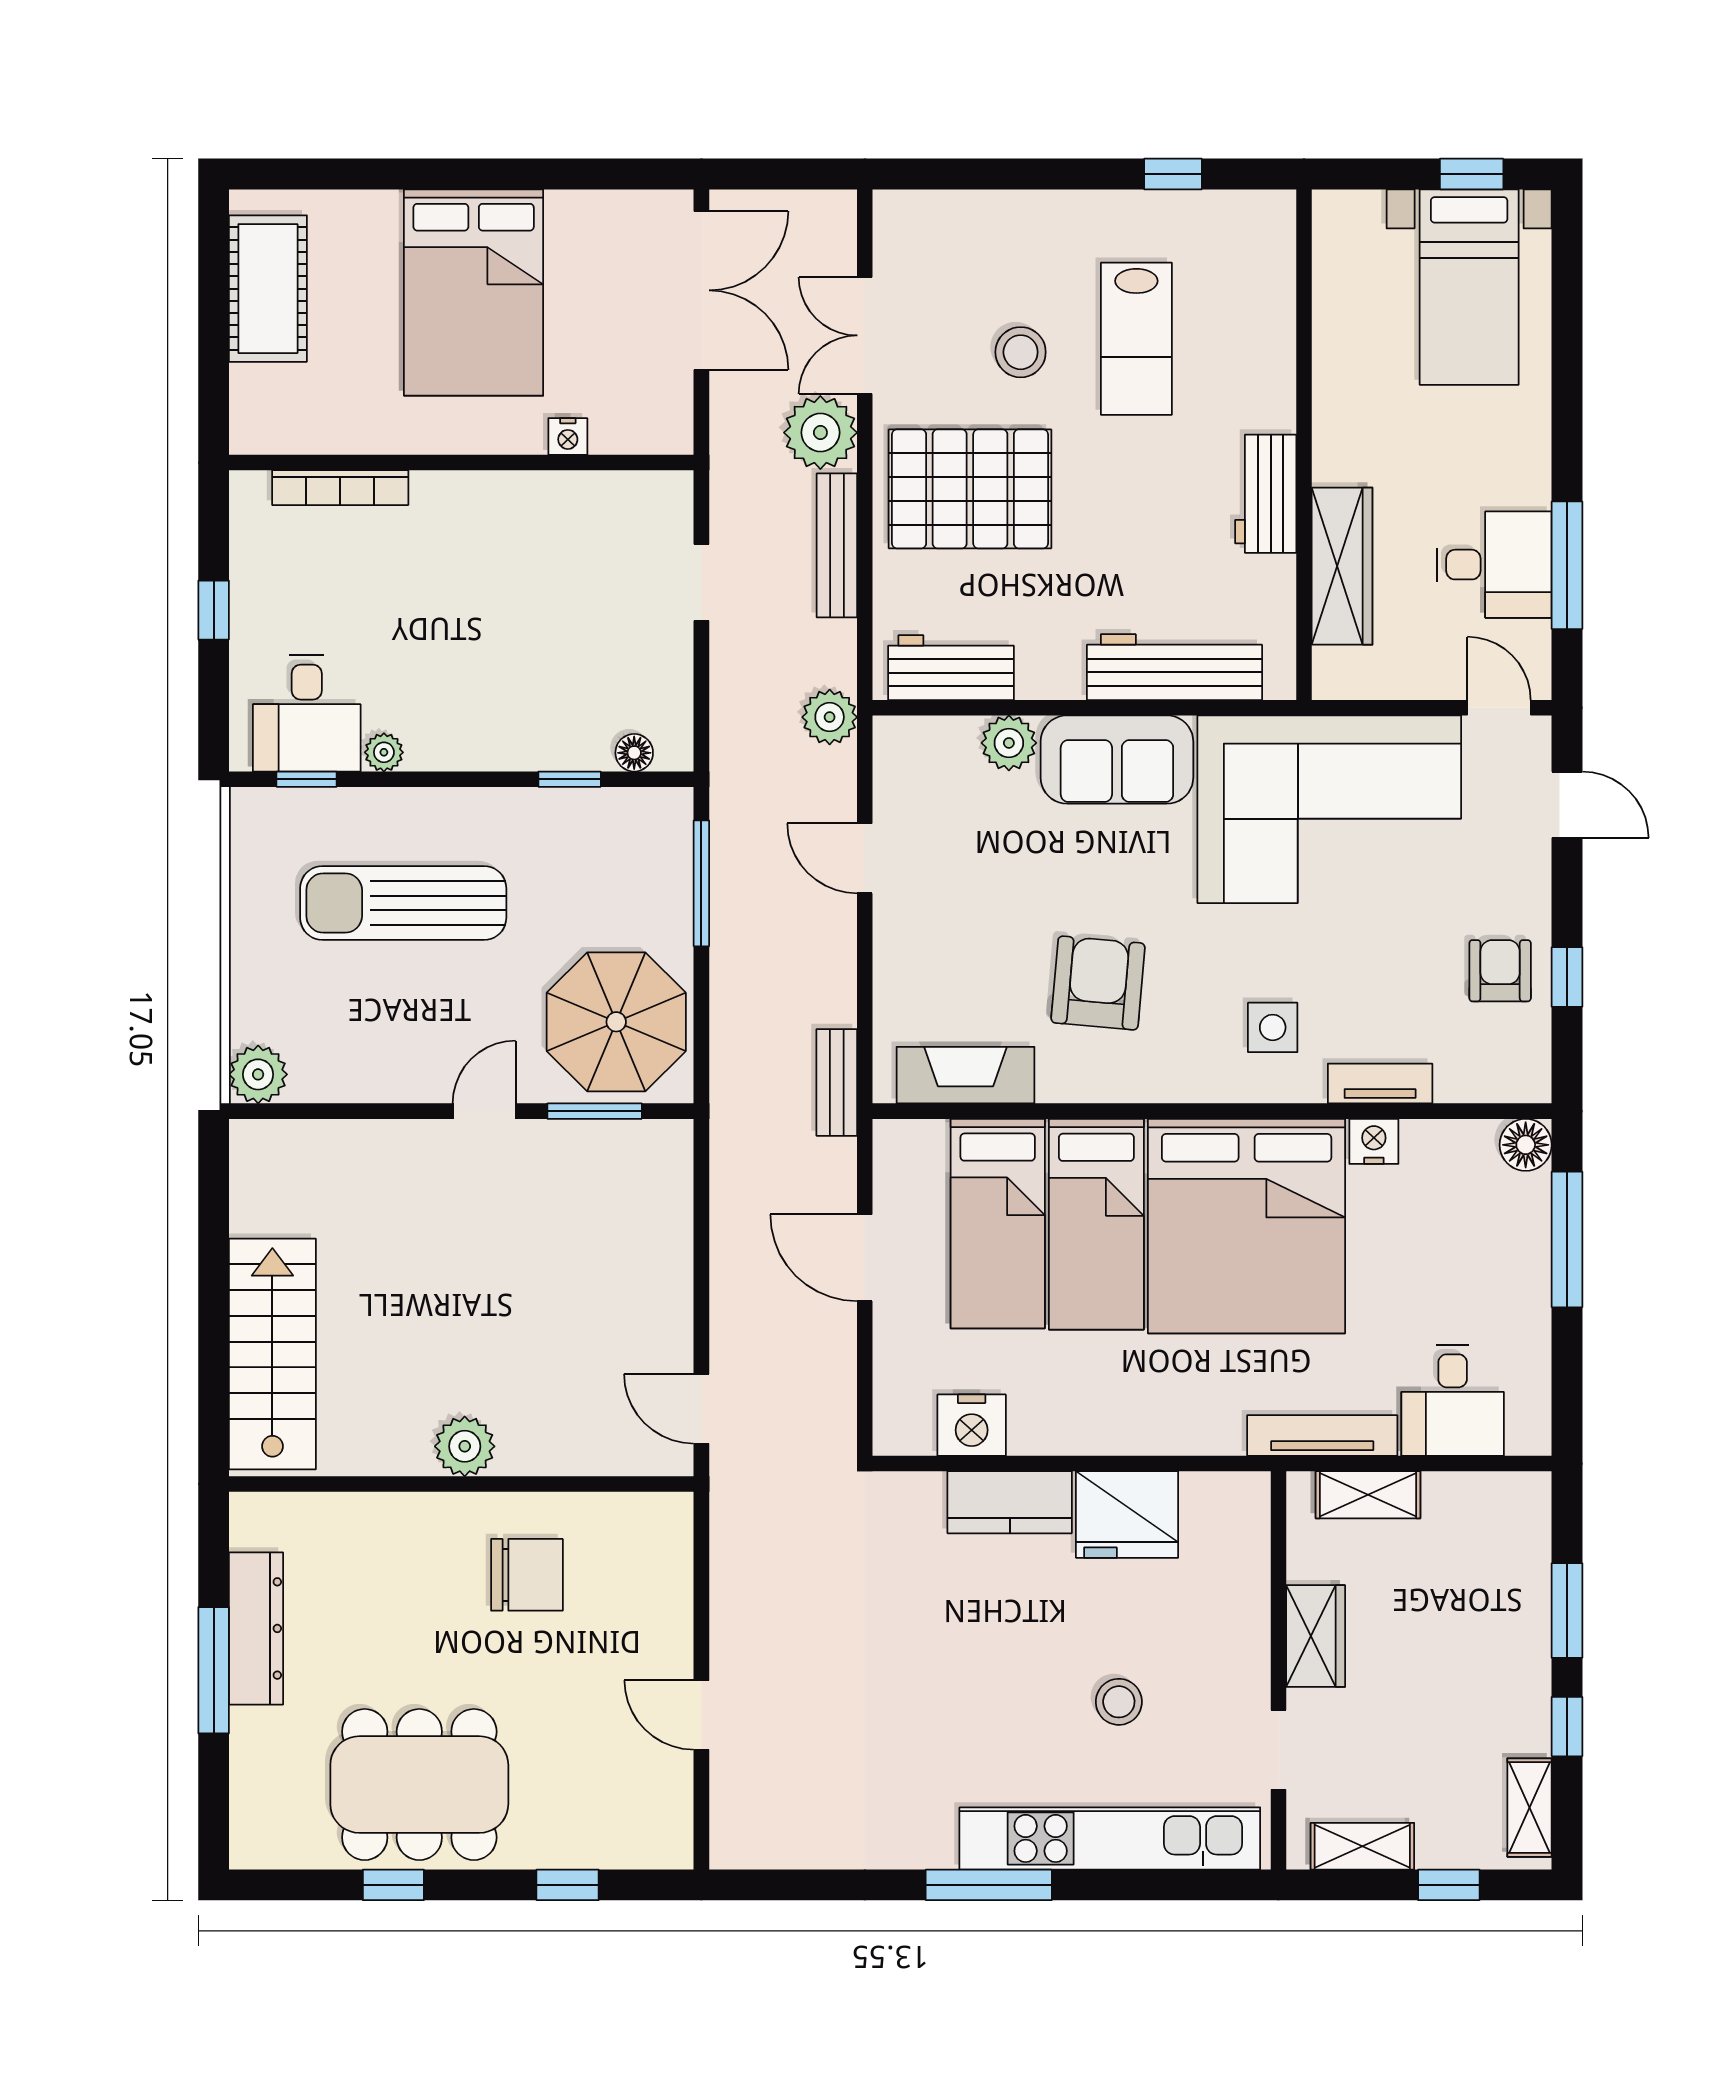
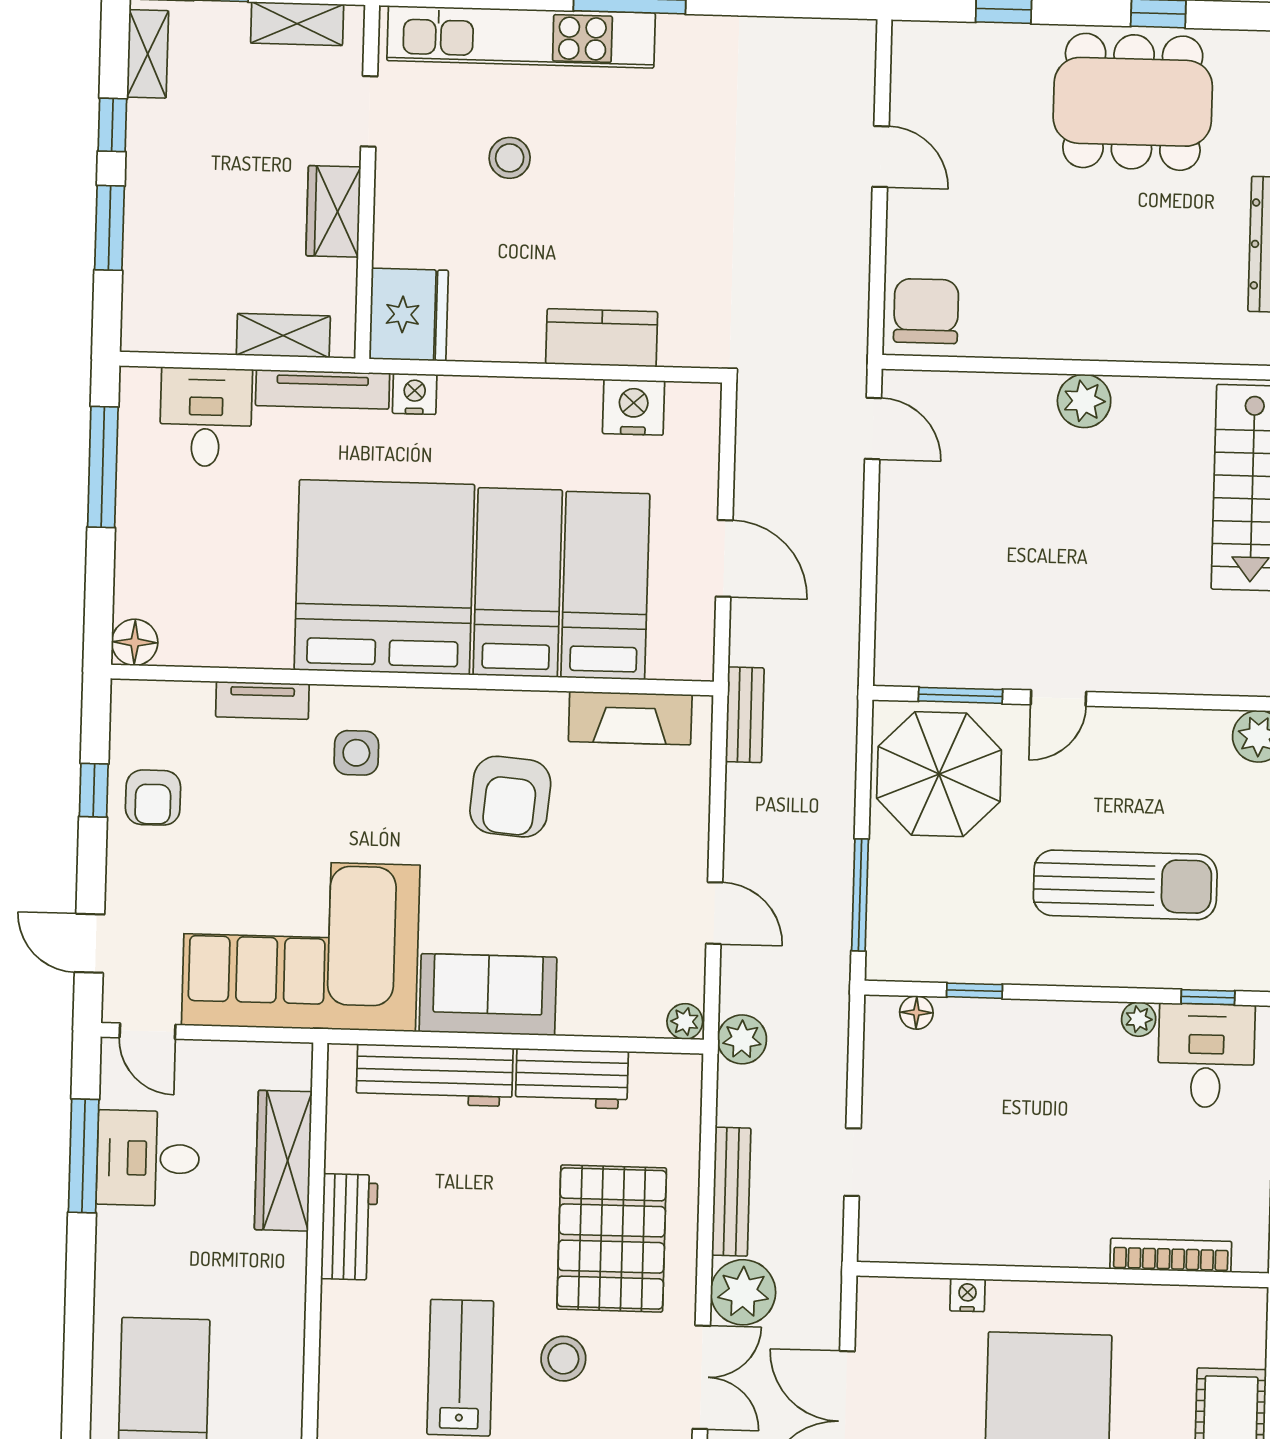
pallet: (970, 489) -> (612, 1239), turned 90
workbench: (951, 668) -> (572, 1079), moved
plant: (1009, 743) -> (685, 1021), moved, width x0.73, depth x0.73
nightstand: (1374, 1141) -> (415, 394), moved, turned 180
window: (1567, 1239) -> (103, 467), moved
fridge: (1127, 1514) -> (409, 315), moved, turned 90
chair: (527, 1575) -> (926, 311), moved, turned 90

